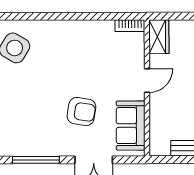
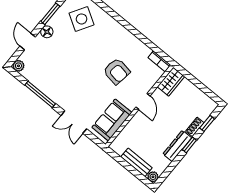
door: (147, 81) -> (143, 101), hinge flipped
armchair: (81, 112) -> (117, 71), moved

